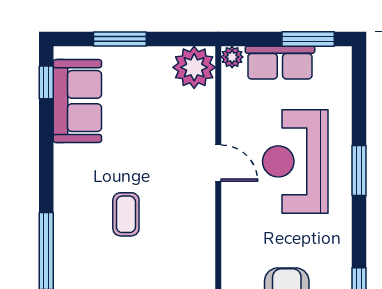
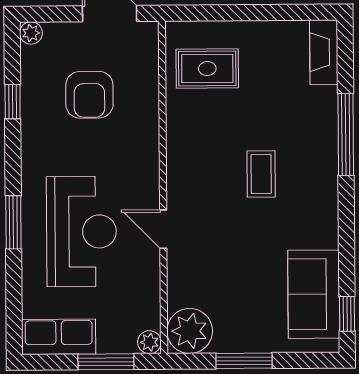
window: (120, 39) -> (244, 361), moved
window: (308, 39) -> (106, 362), moved
row of seats: (280, 63) -> (59, 337), moved

